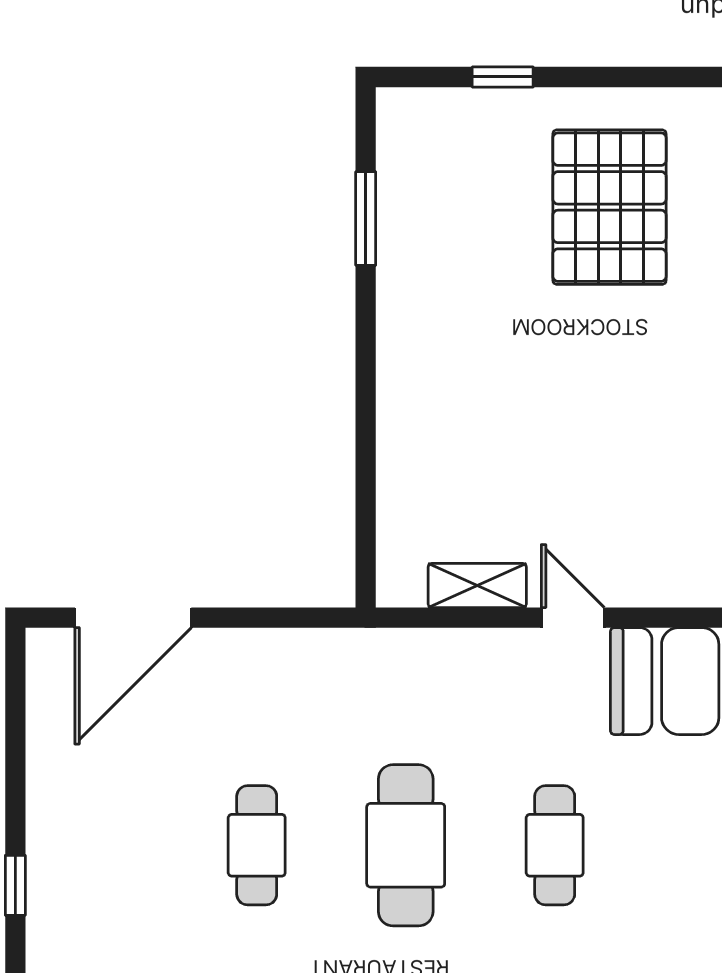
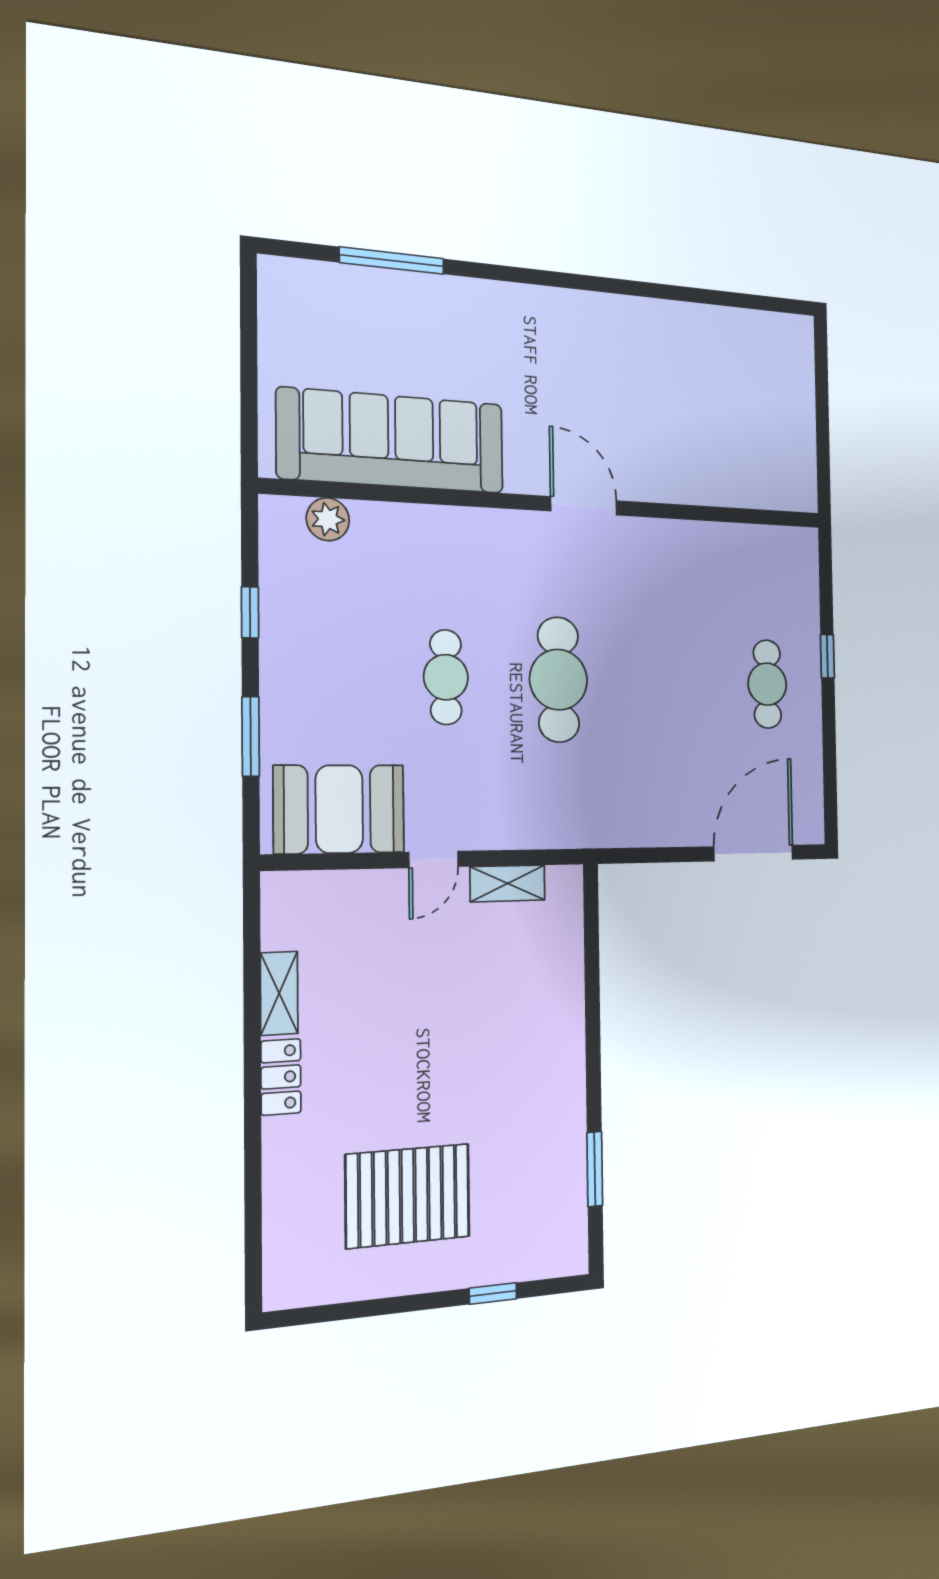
pallet: (609, 207) -> (408, 1196), turned 90
door: (573, 618) -> (434, 859), hinge flipped
cafe table: (257, 845) -> (767, 684), moved

